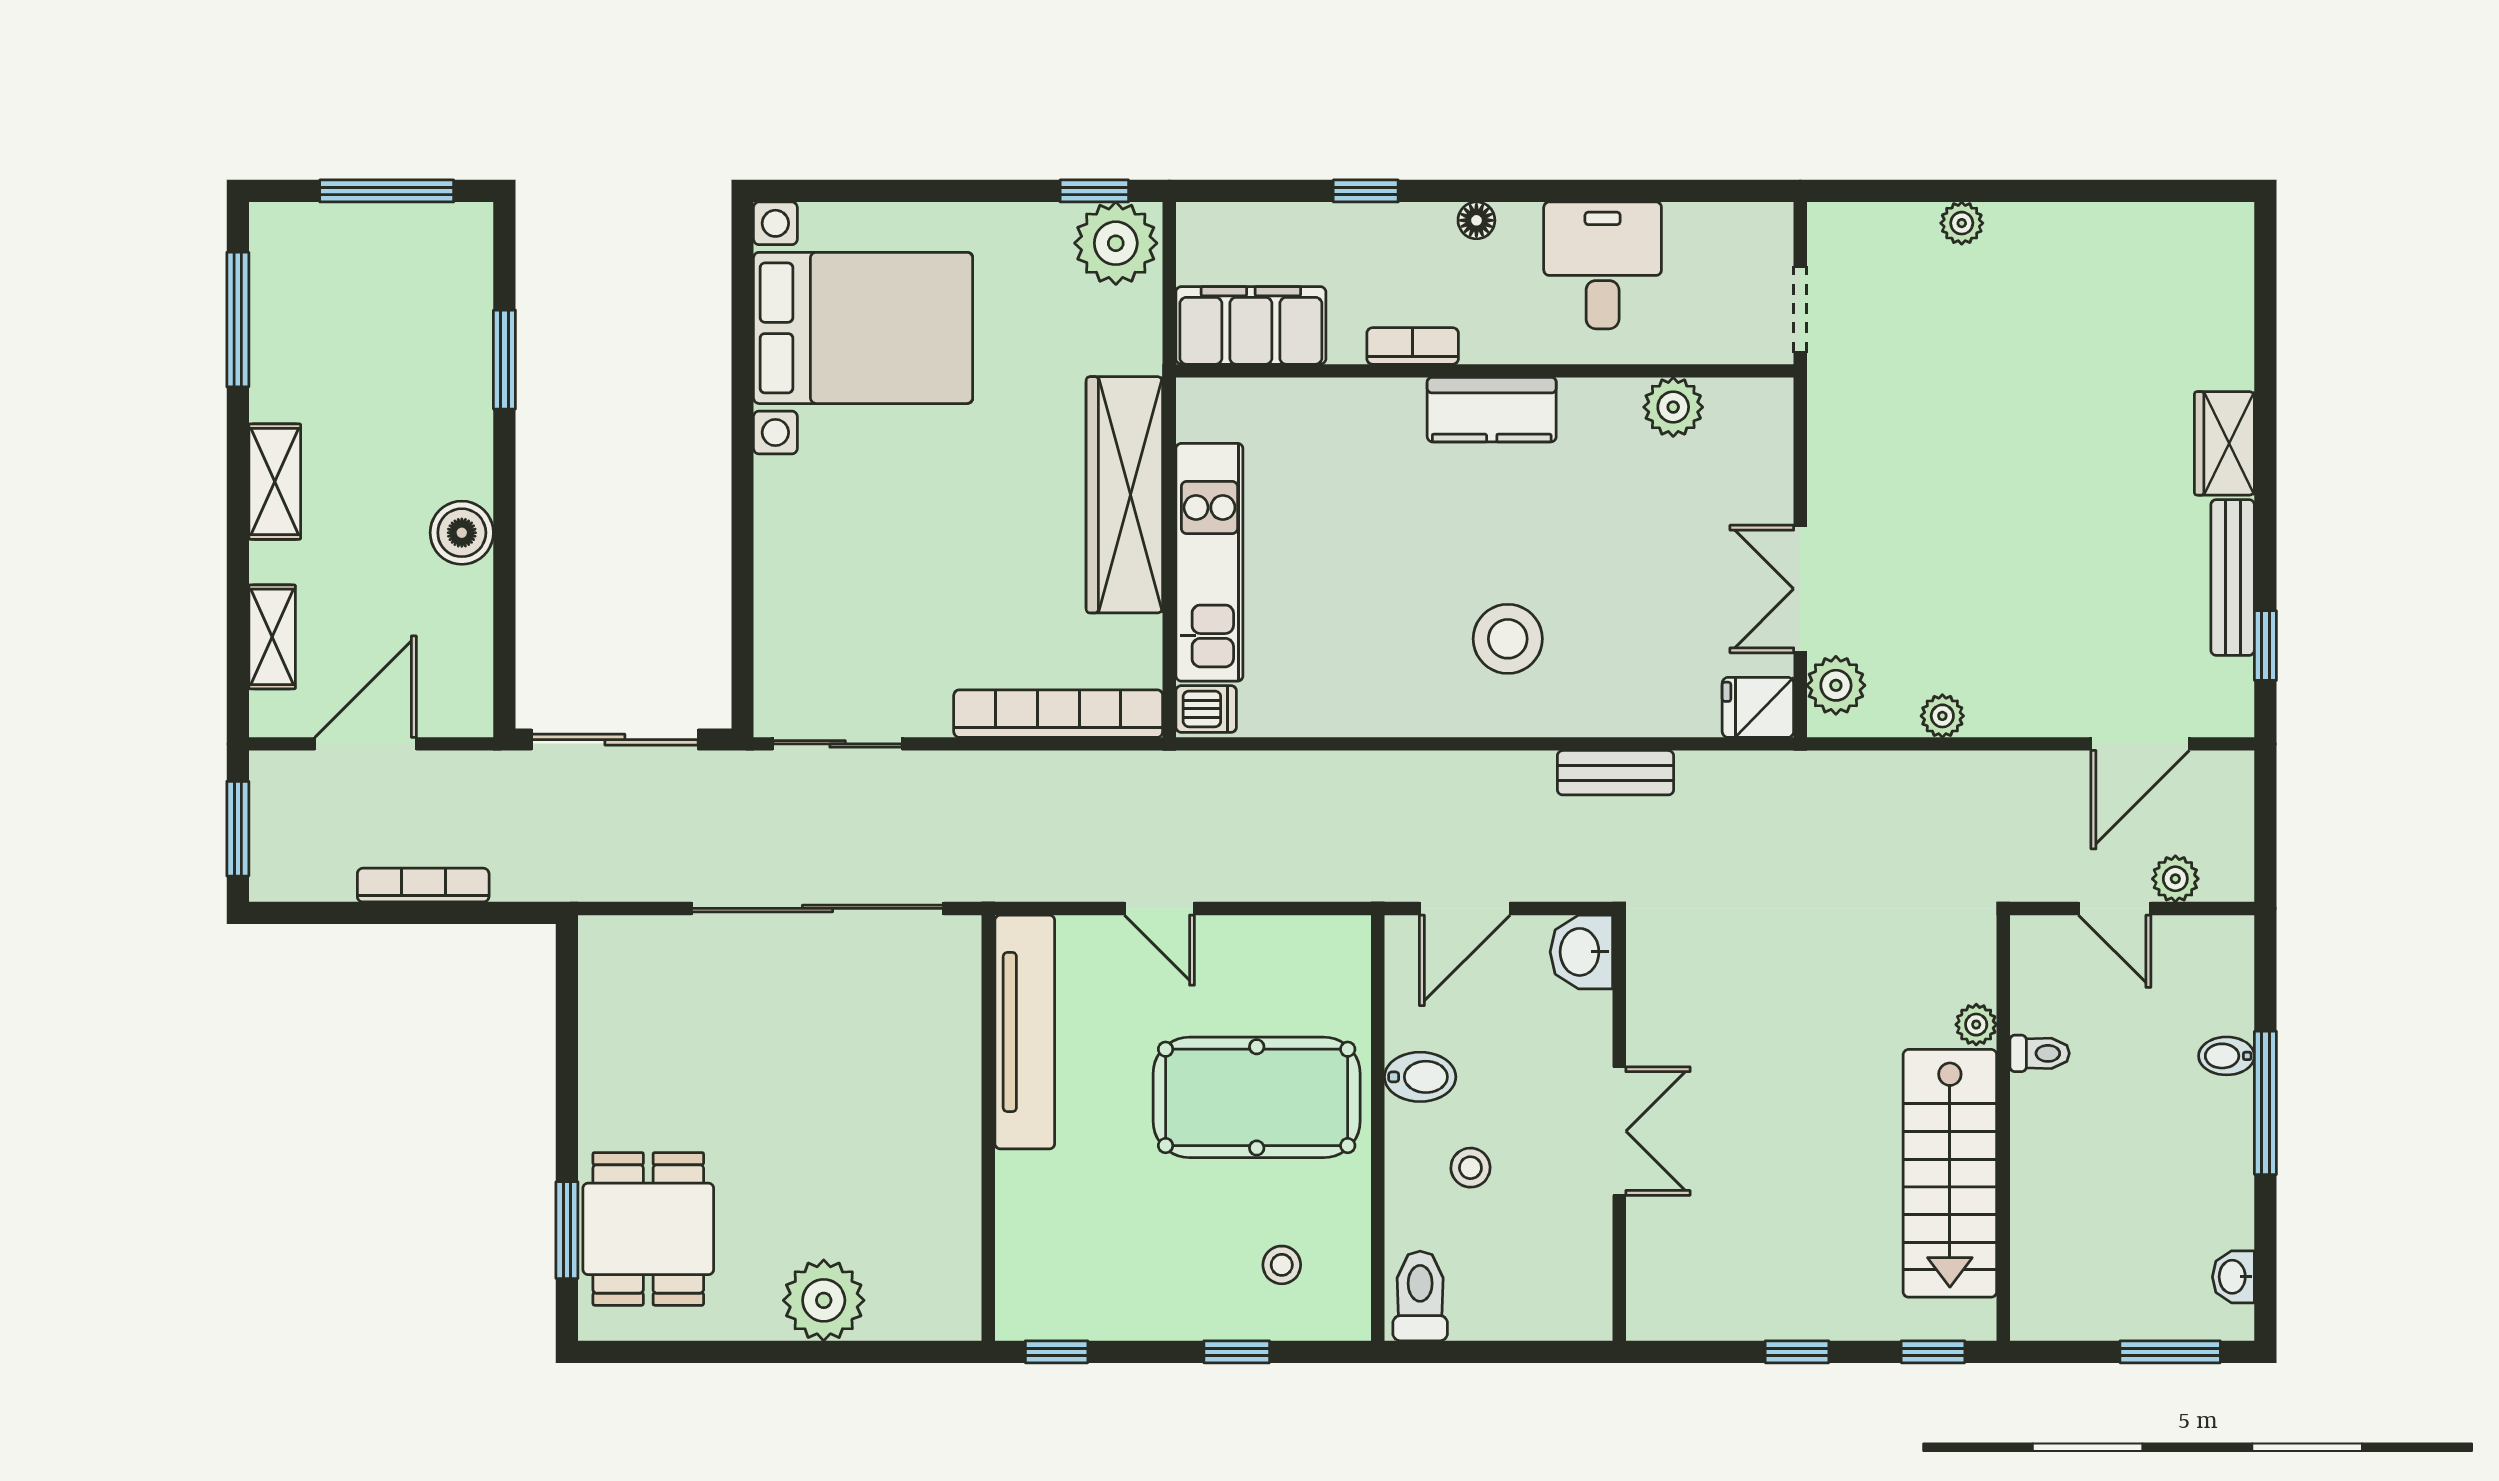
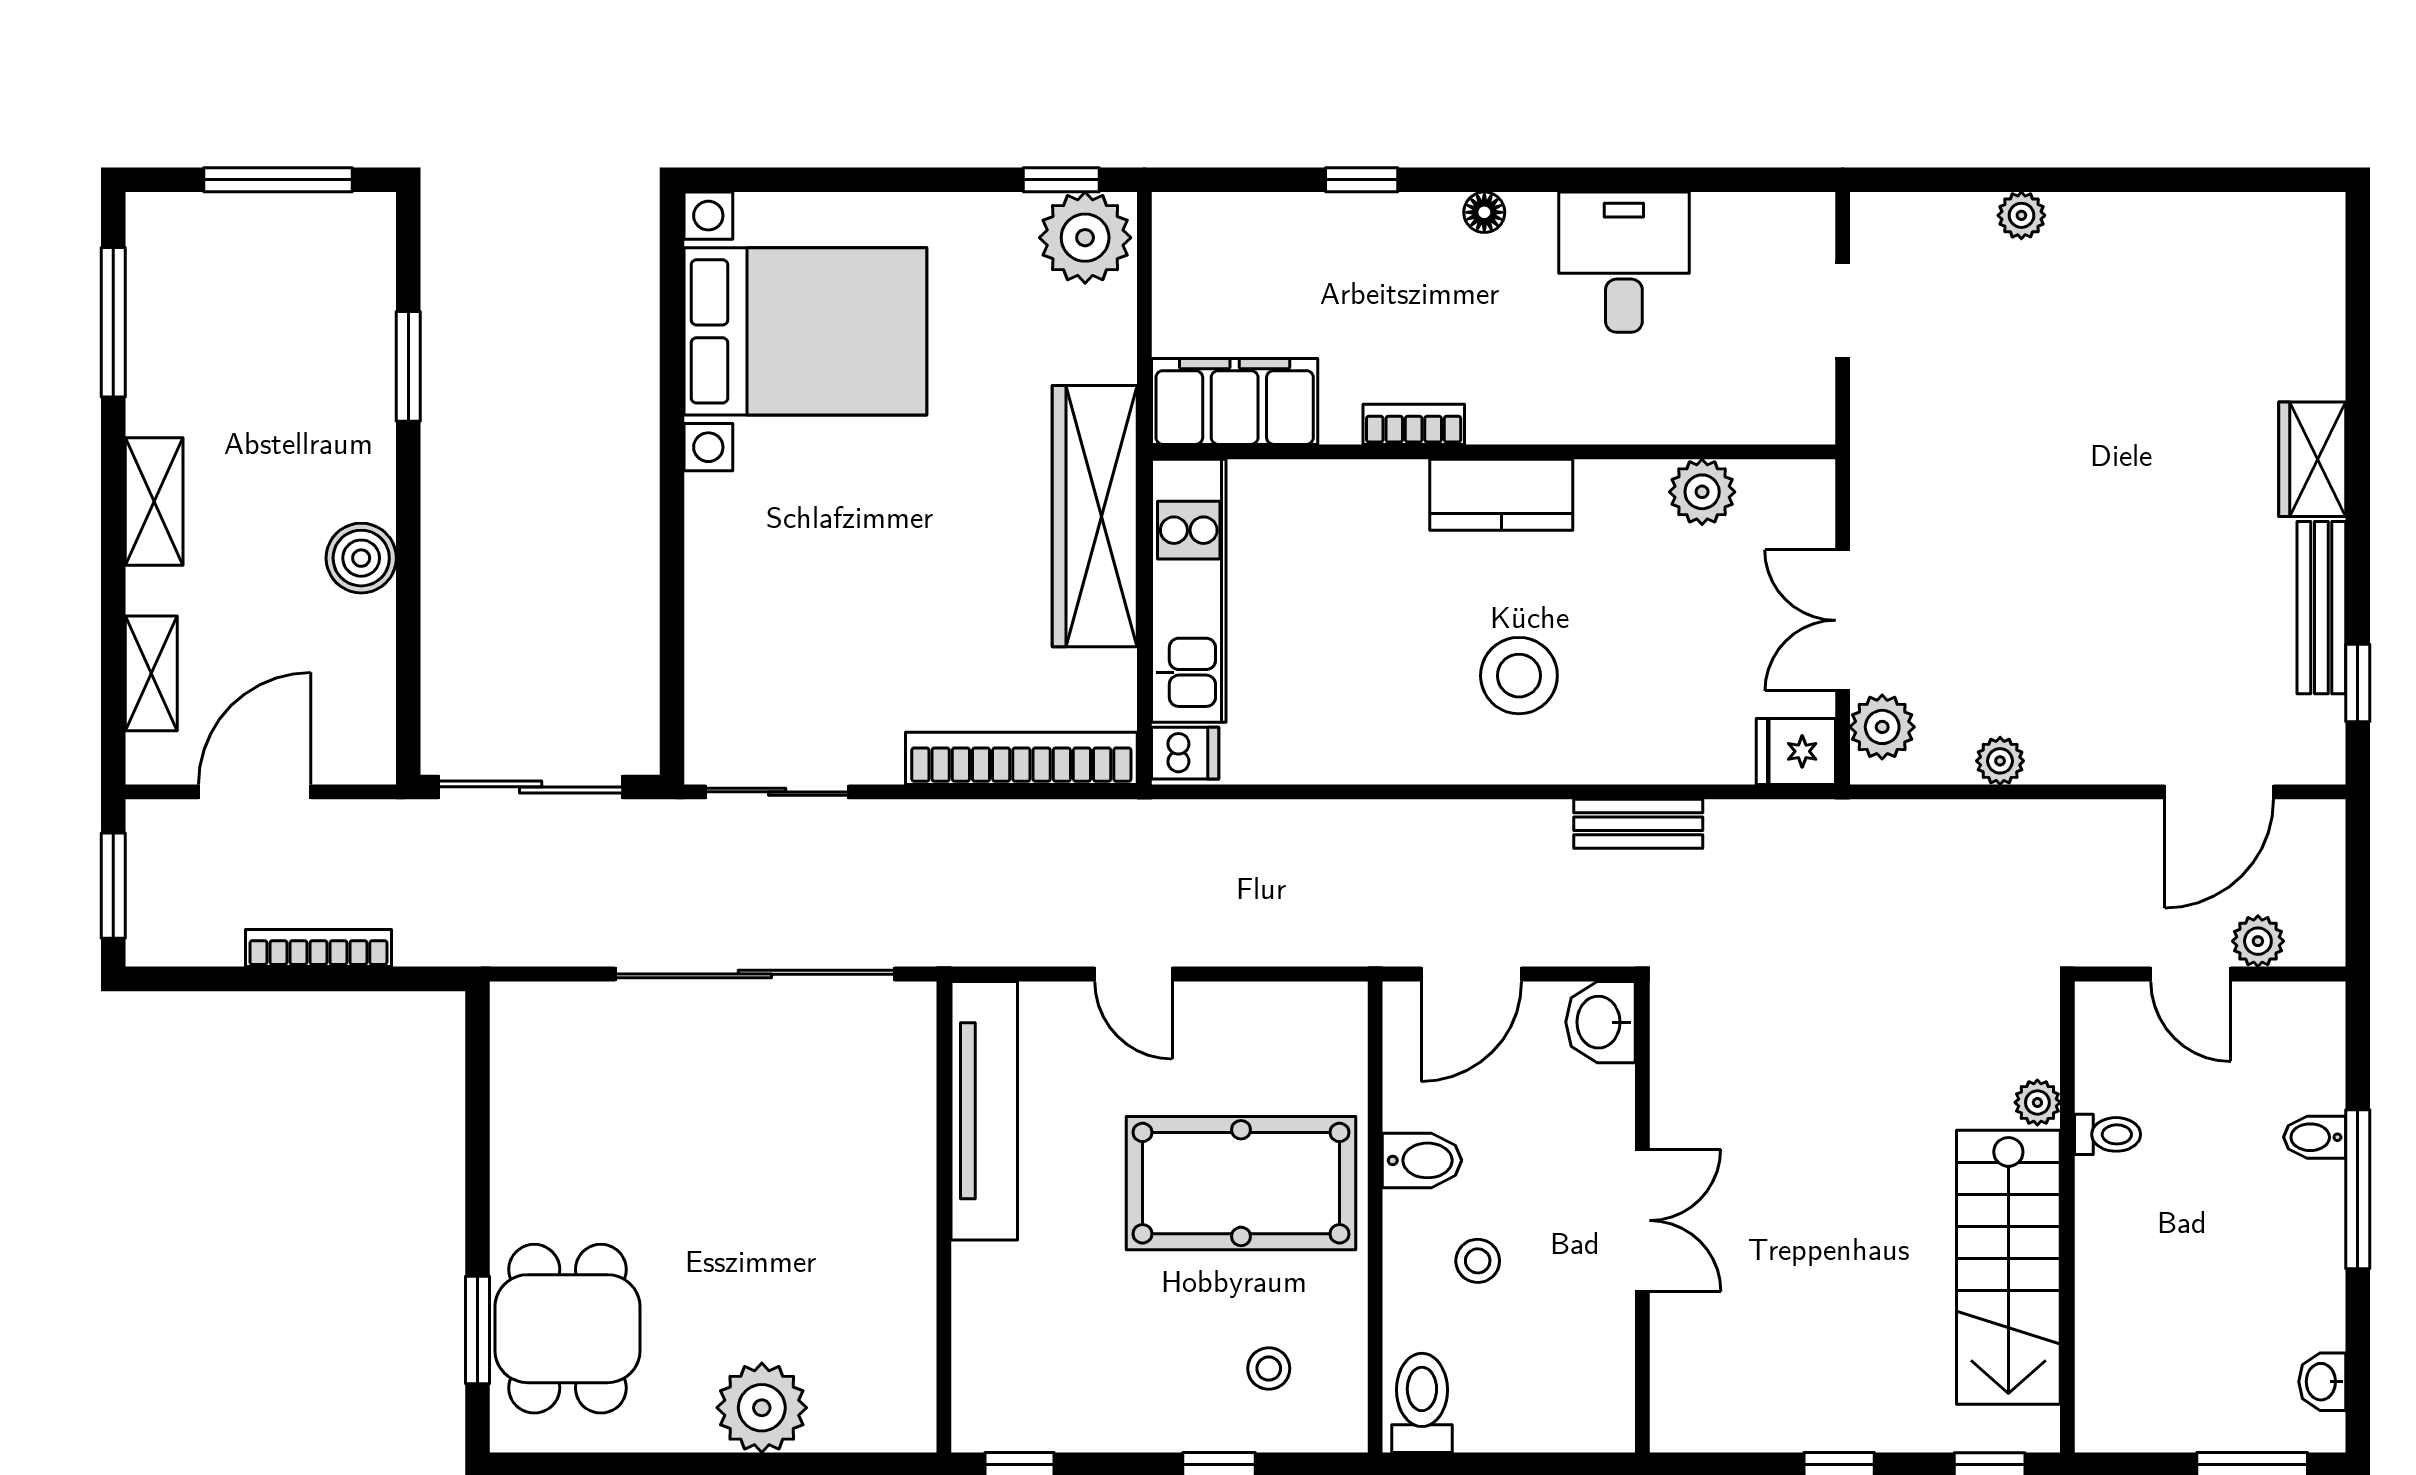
filing cabinet: (1251, 325) -> (1235, 401), moved
bookcase: (1413, 346) -> (1414, 424), moved
wall: (1485, 371) -> (1494, 452), moved
plant: (1673, 407) -> (1702, 492), moved
kitchen counter: (1492, 410) -> (1501, 495), moved

